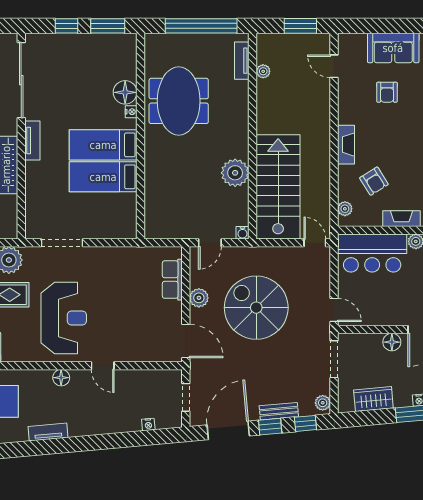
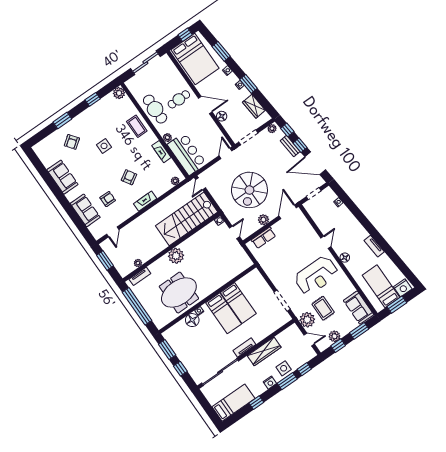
plant: (235, 173) -> (176, 256), moved
armchair: (374, 181) -> (129, 177), moved
door: (210, 243) -> (234, 232), hinge flipped
reception desk: (64, 318) -> (316, 276), turned 180

